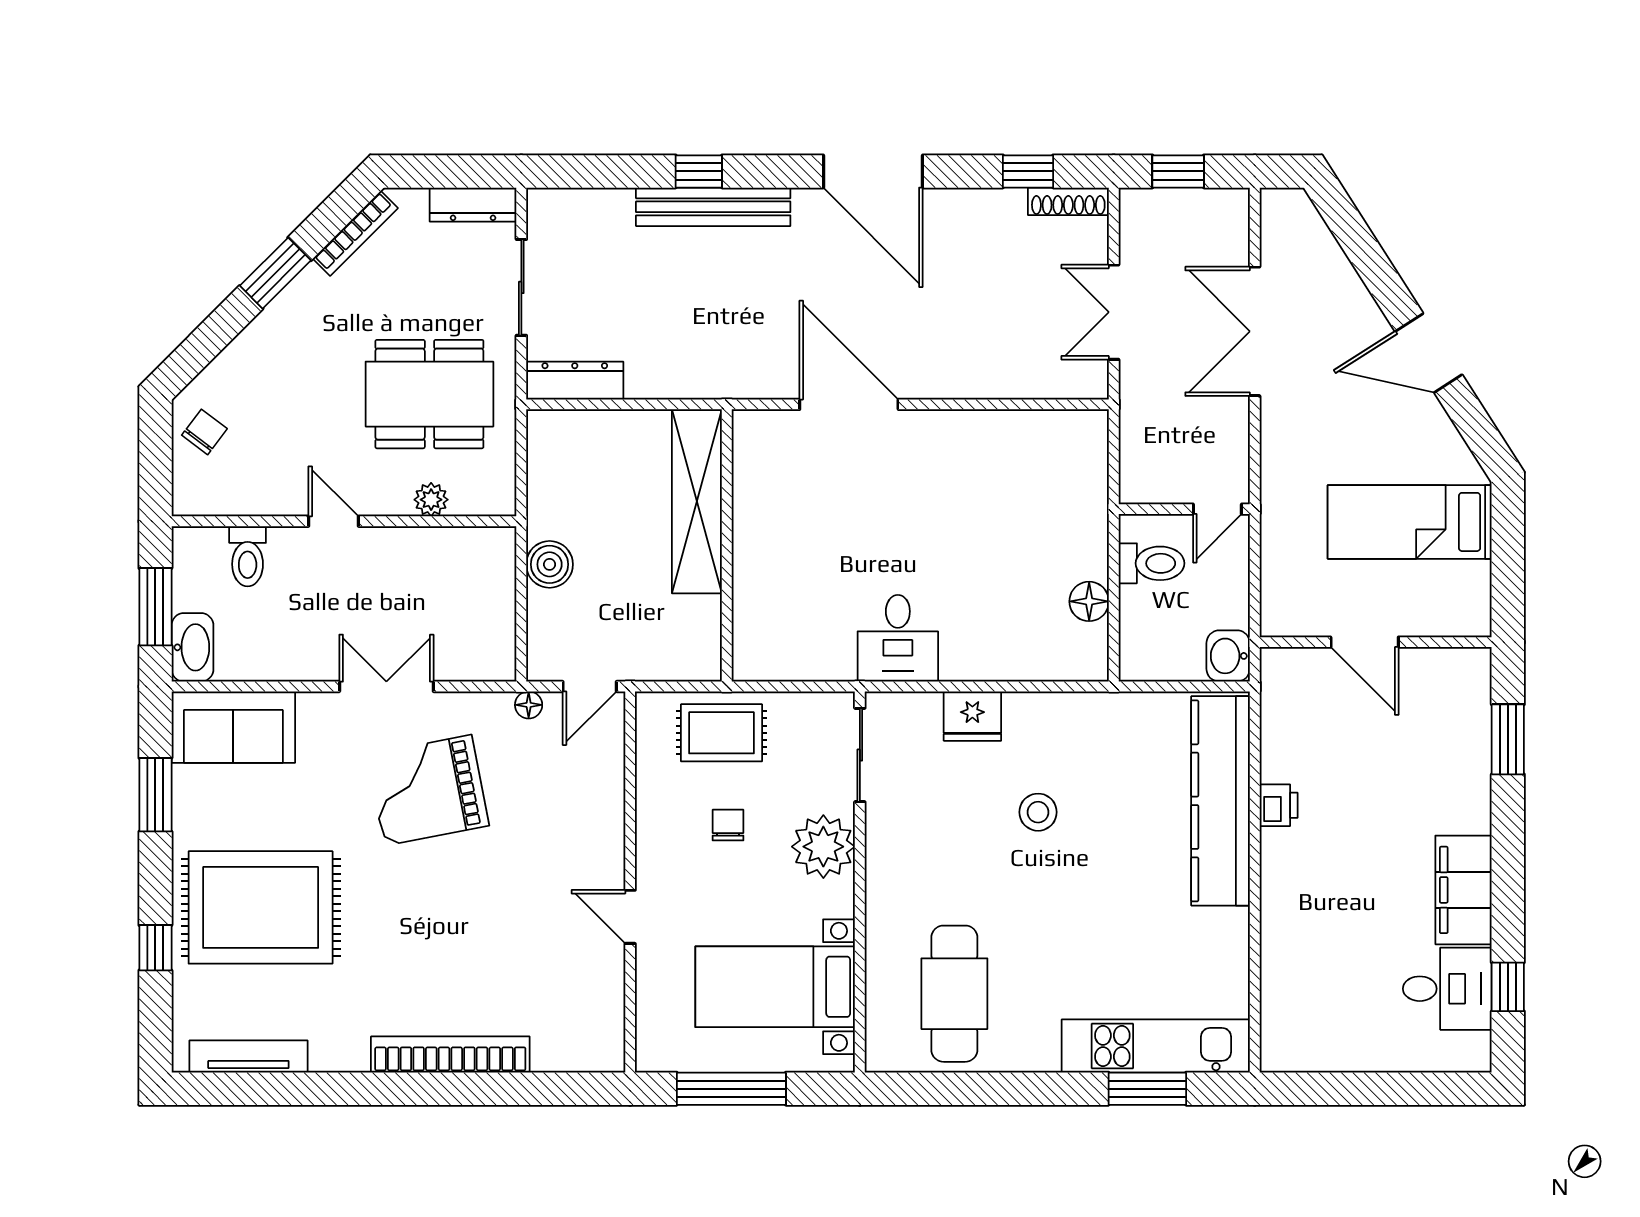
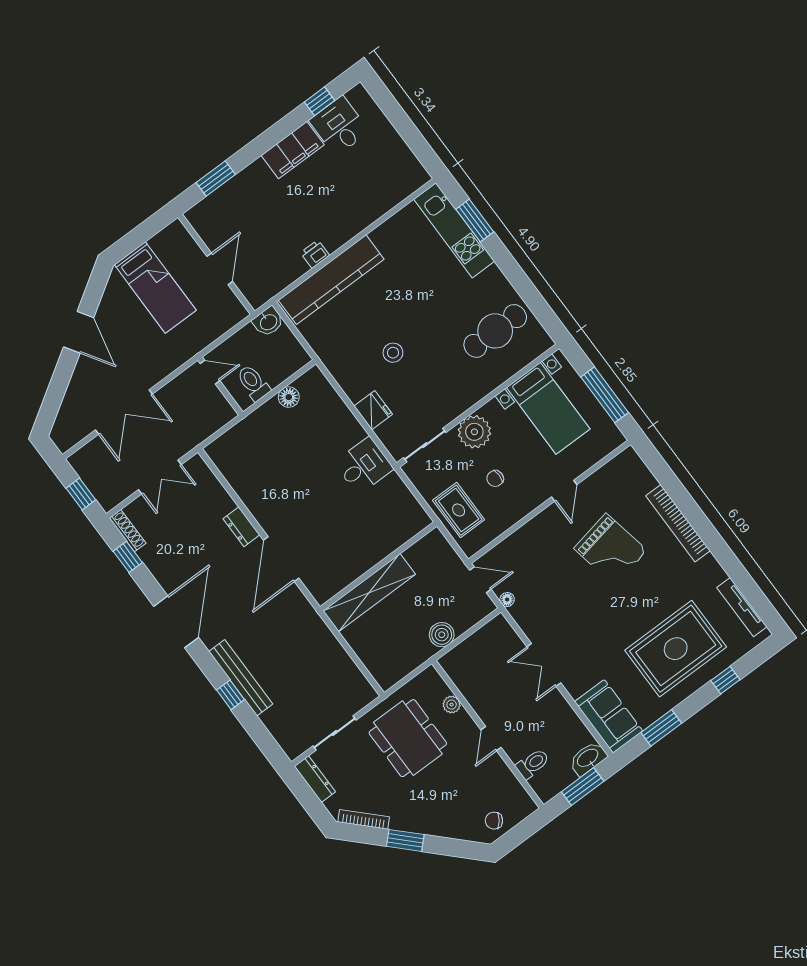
dresser: (575, 381) -> (241, 527), moved, width x0.70
grand piano: (428, 790) -> (610, 549), moved
rug: (261, 907) -> (676, 649), turned 90

